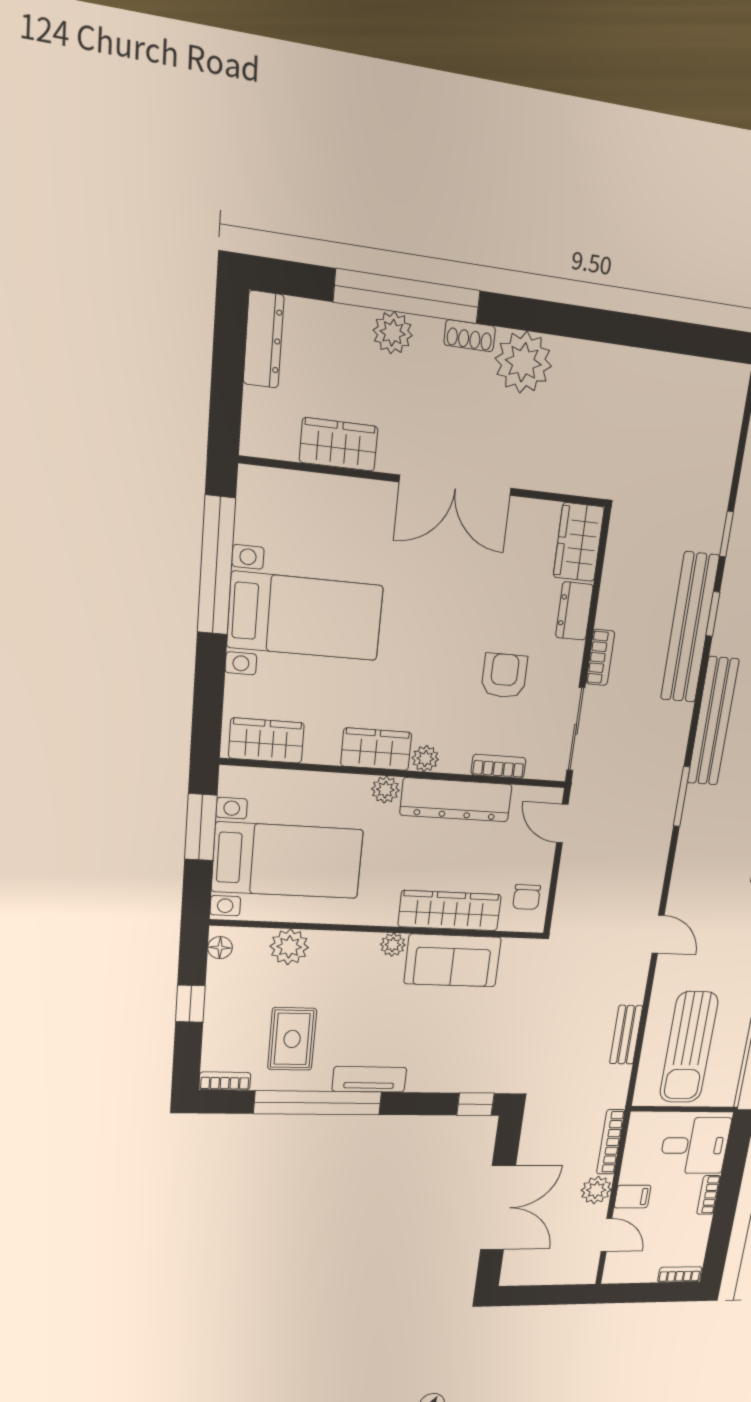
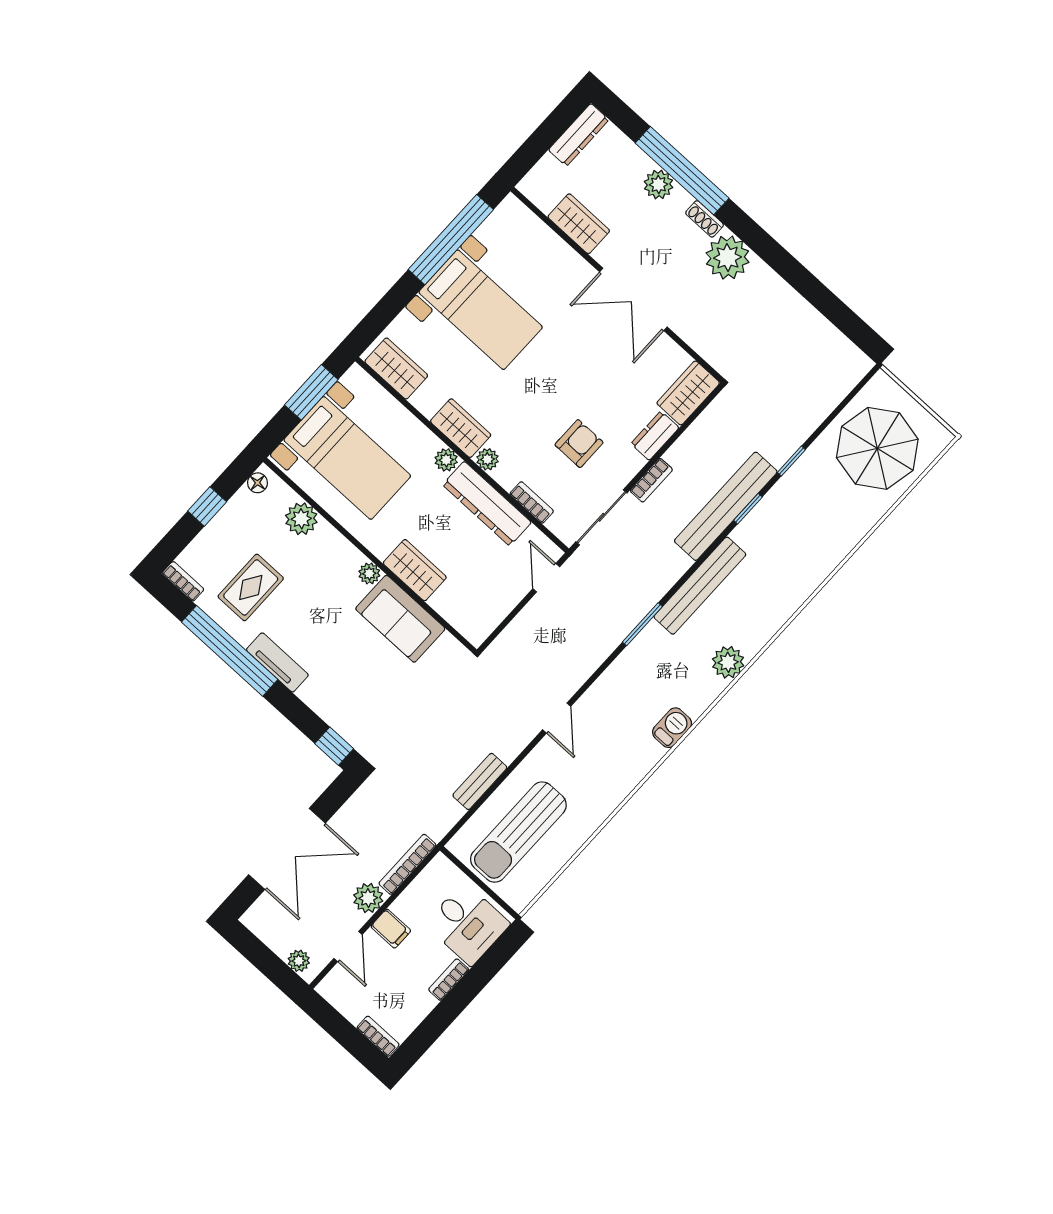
chair: (527, 897) -> (484, 613), removed
wardrobe: (450, 911) -> (415, 570), width x0.67
plant: (573, 1275) -> (299, 961), added

